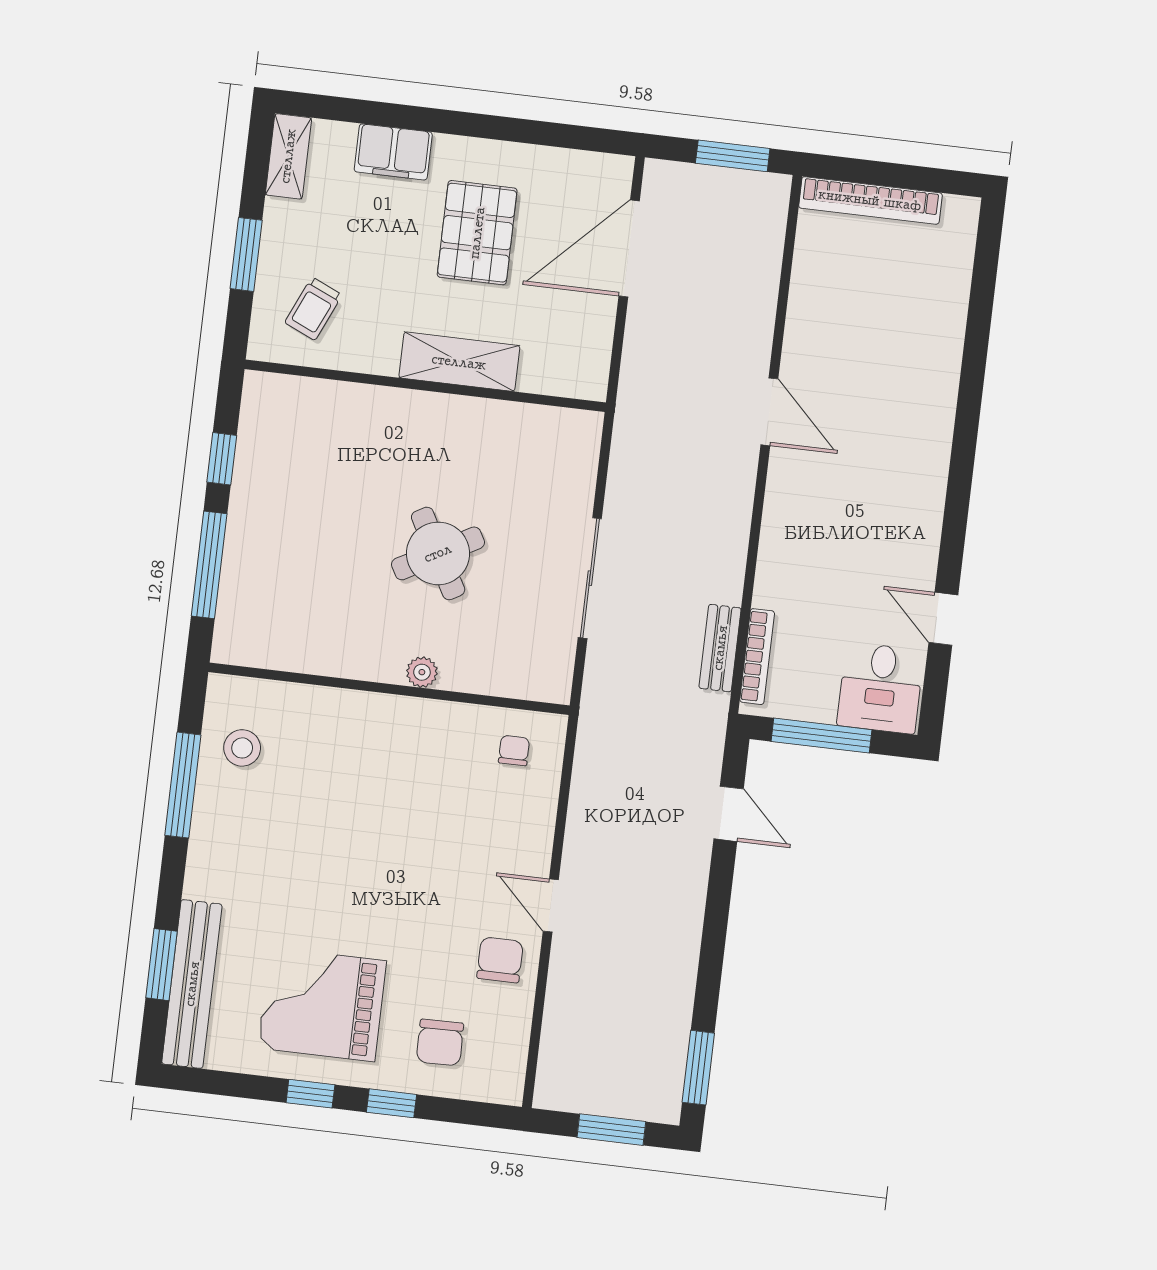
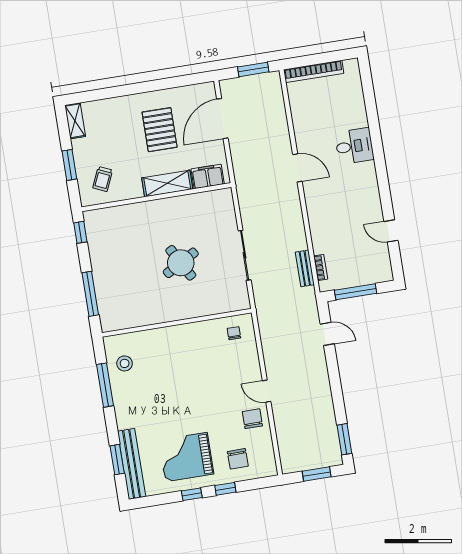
filing cabinet: (393, 152) -> (208, 176), moved, turned 180
window: (222, 459) -> (80, 232), moved
bookcase: (757, 657) -> (321, 267), width x0.64
plant: (422, 672) -> (188, 312), removed
desk: (880, 688) -> (354, 146), moved, turned -90

